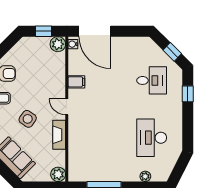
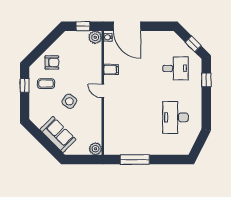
fireplace: (59, 135) -> (96, 115), removed
plant: (145, 176) -> (170, 150), removed

